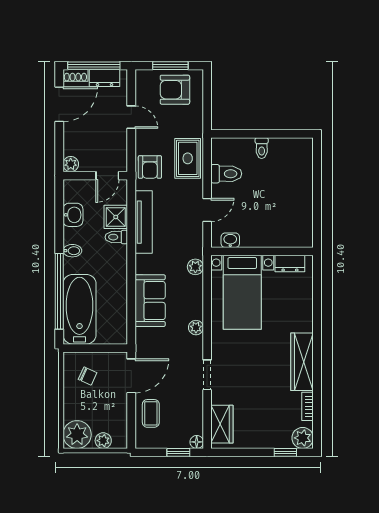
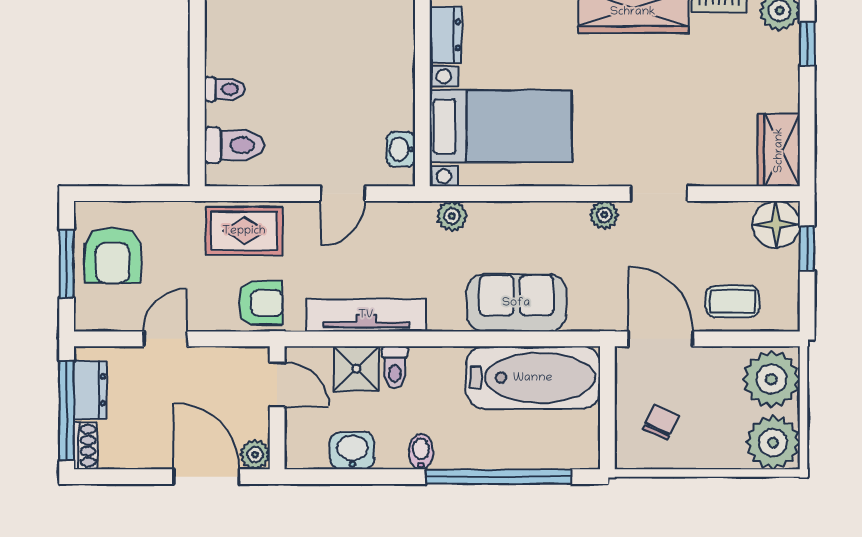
door: (59, 104) -> (207, 477), moved
toilet: (226, 174) -> (234, 145), moved, turned 90
door: (207, 210) -> (343, 194), swing flipped
bathtub: (79, 309) -> (533, 378), moved, turned 180
plant: (196, 328) -> (604, 215), moved
wardrobe: (222, 424) -> (779, 150), moved, turned -90
plant: (103, 441) -> (771, 379), width x1.88, depth x1.88
floor lamp: (197, 442) -> (776, 225), width x1.89, depth x1.89

